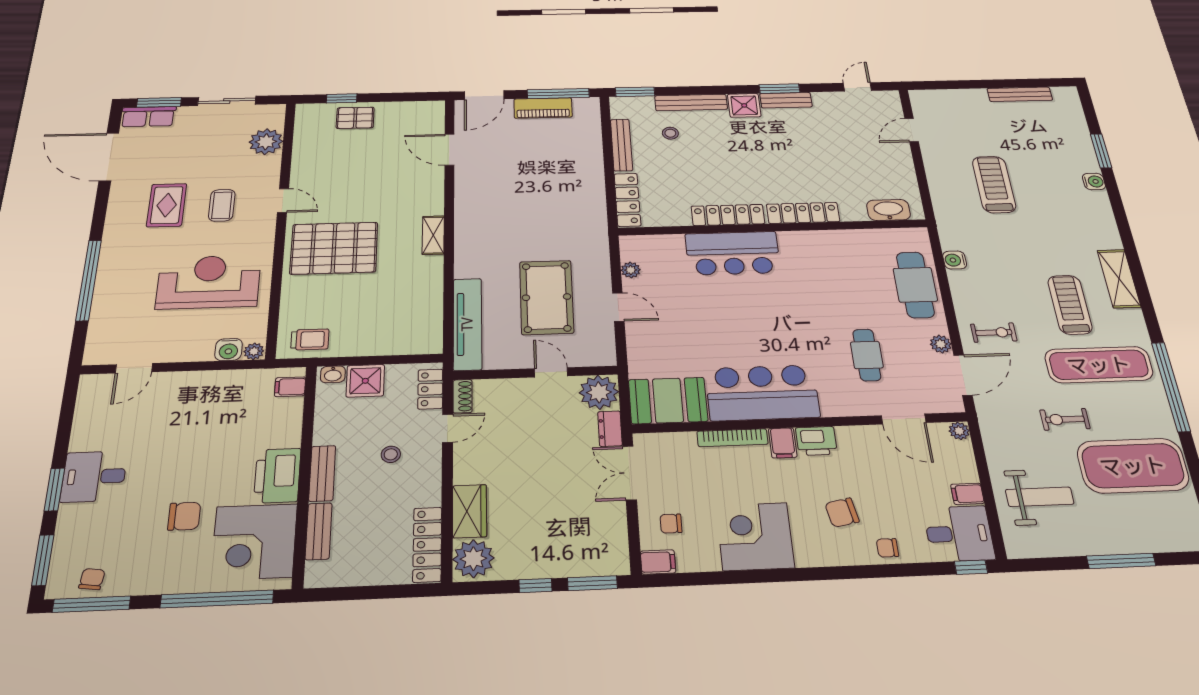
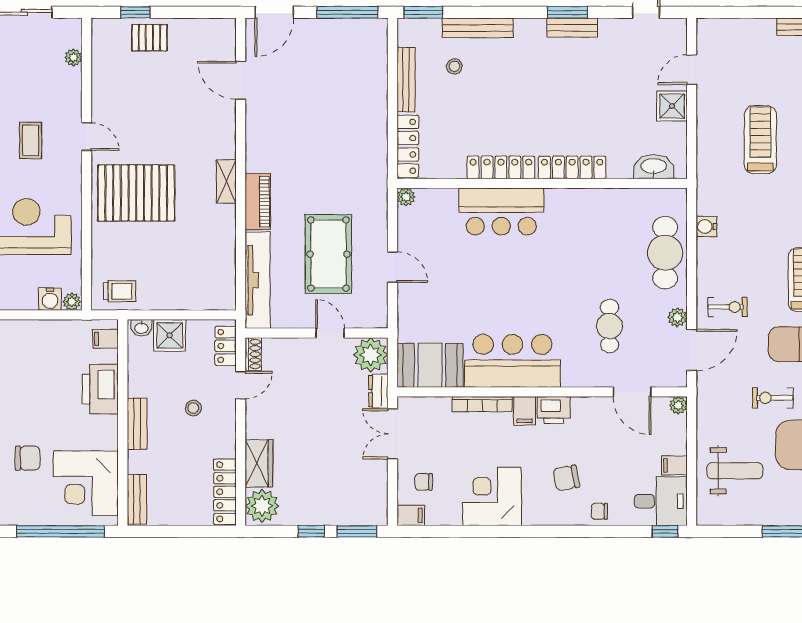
shower: (744, 105) -> (672, 106), moved
piano: (543, 108) -> (258, 202), moved, turned -90
plant: (266, 142) -> (73, 57), width x0.53, depth x0.53
plant: (631, 270) -> (406, 197), moved
printer: (277, 476) -> (100, 389), moved
bench: (319, 531) -> (137, 499), moved

